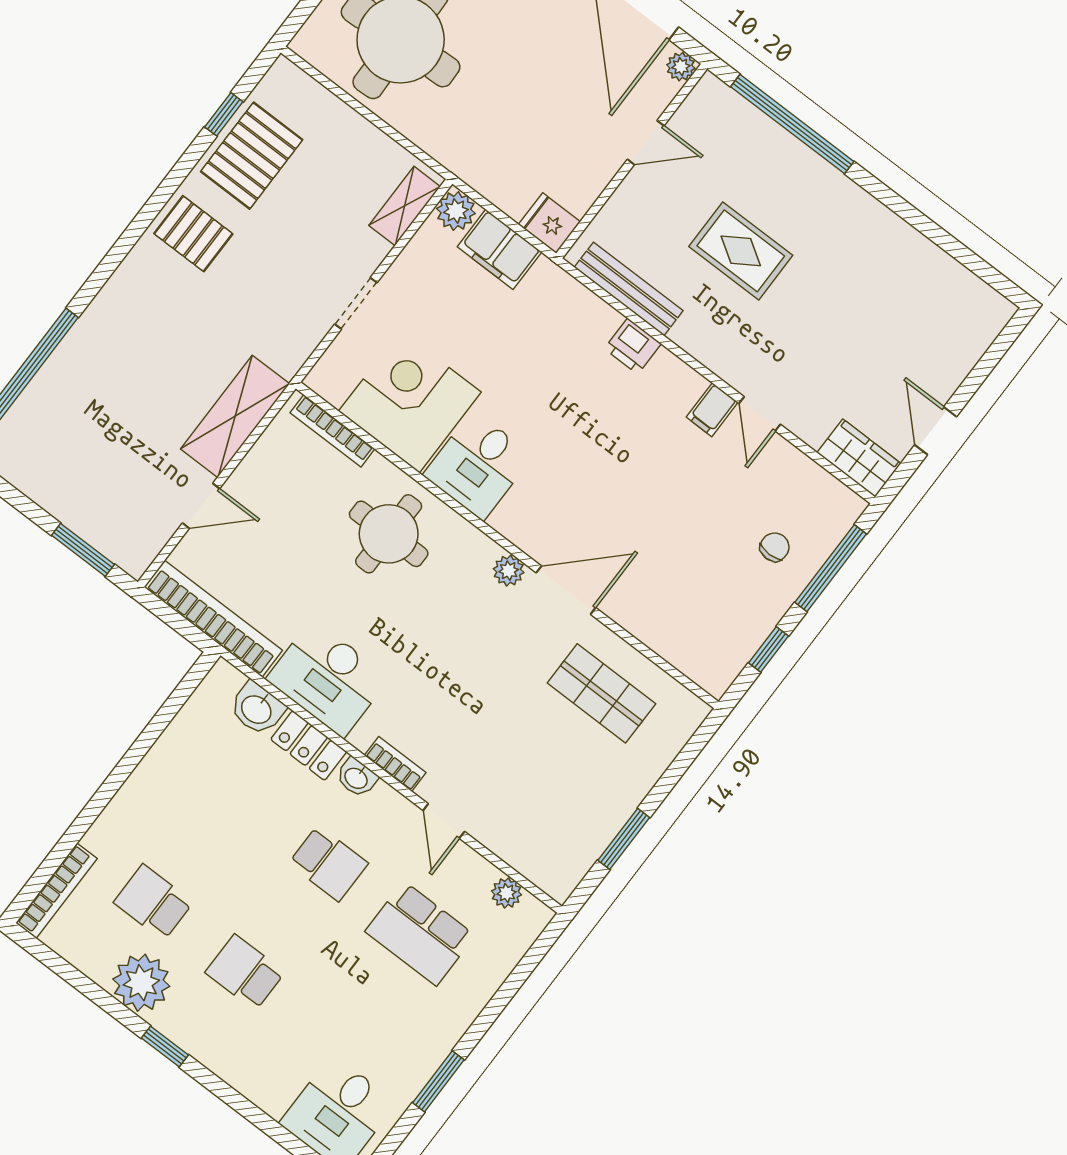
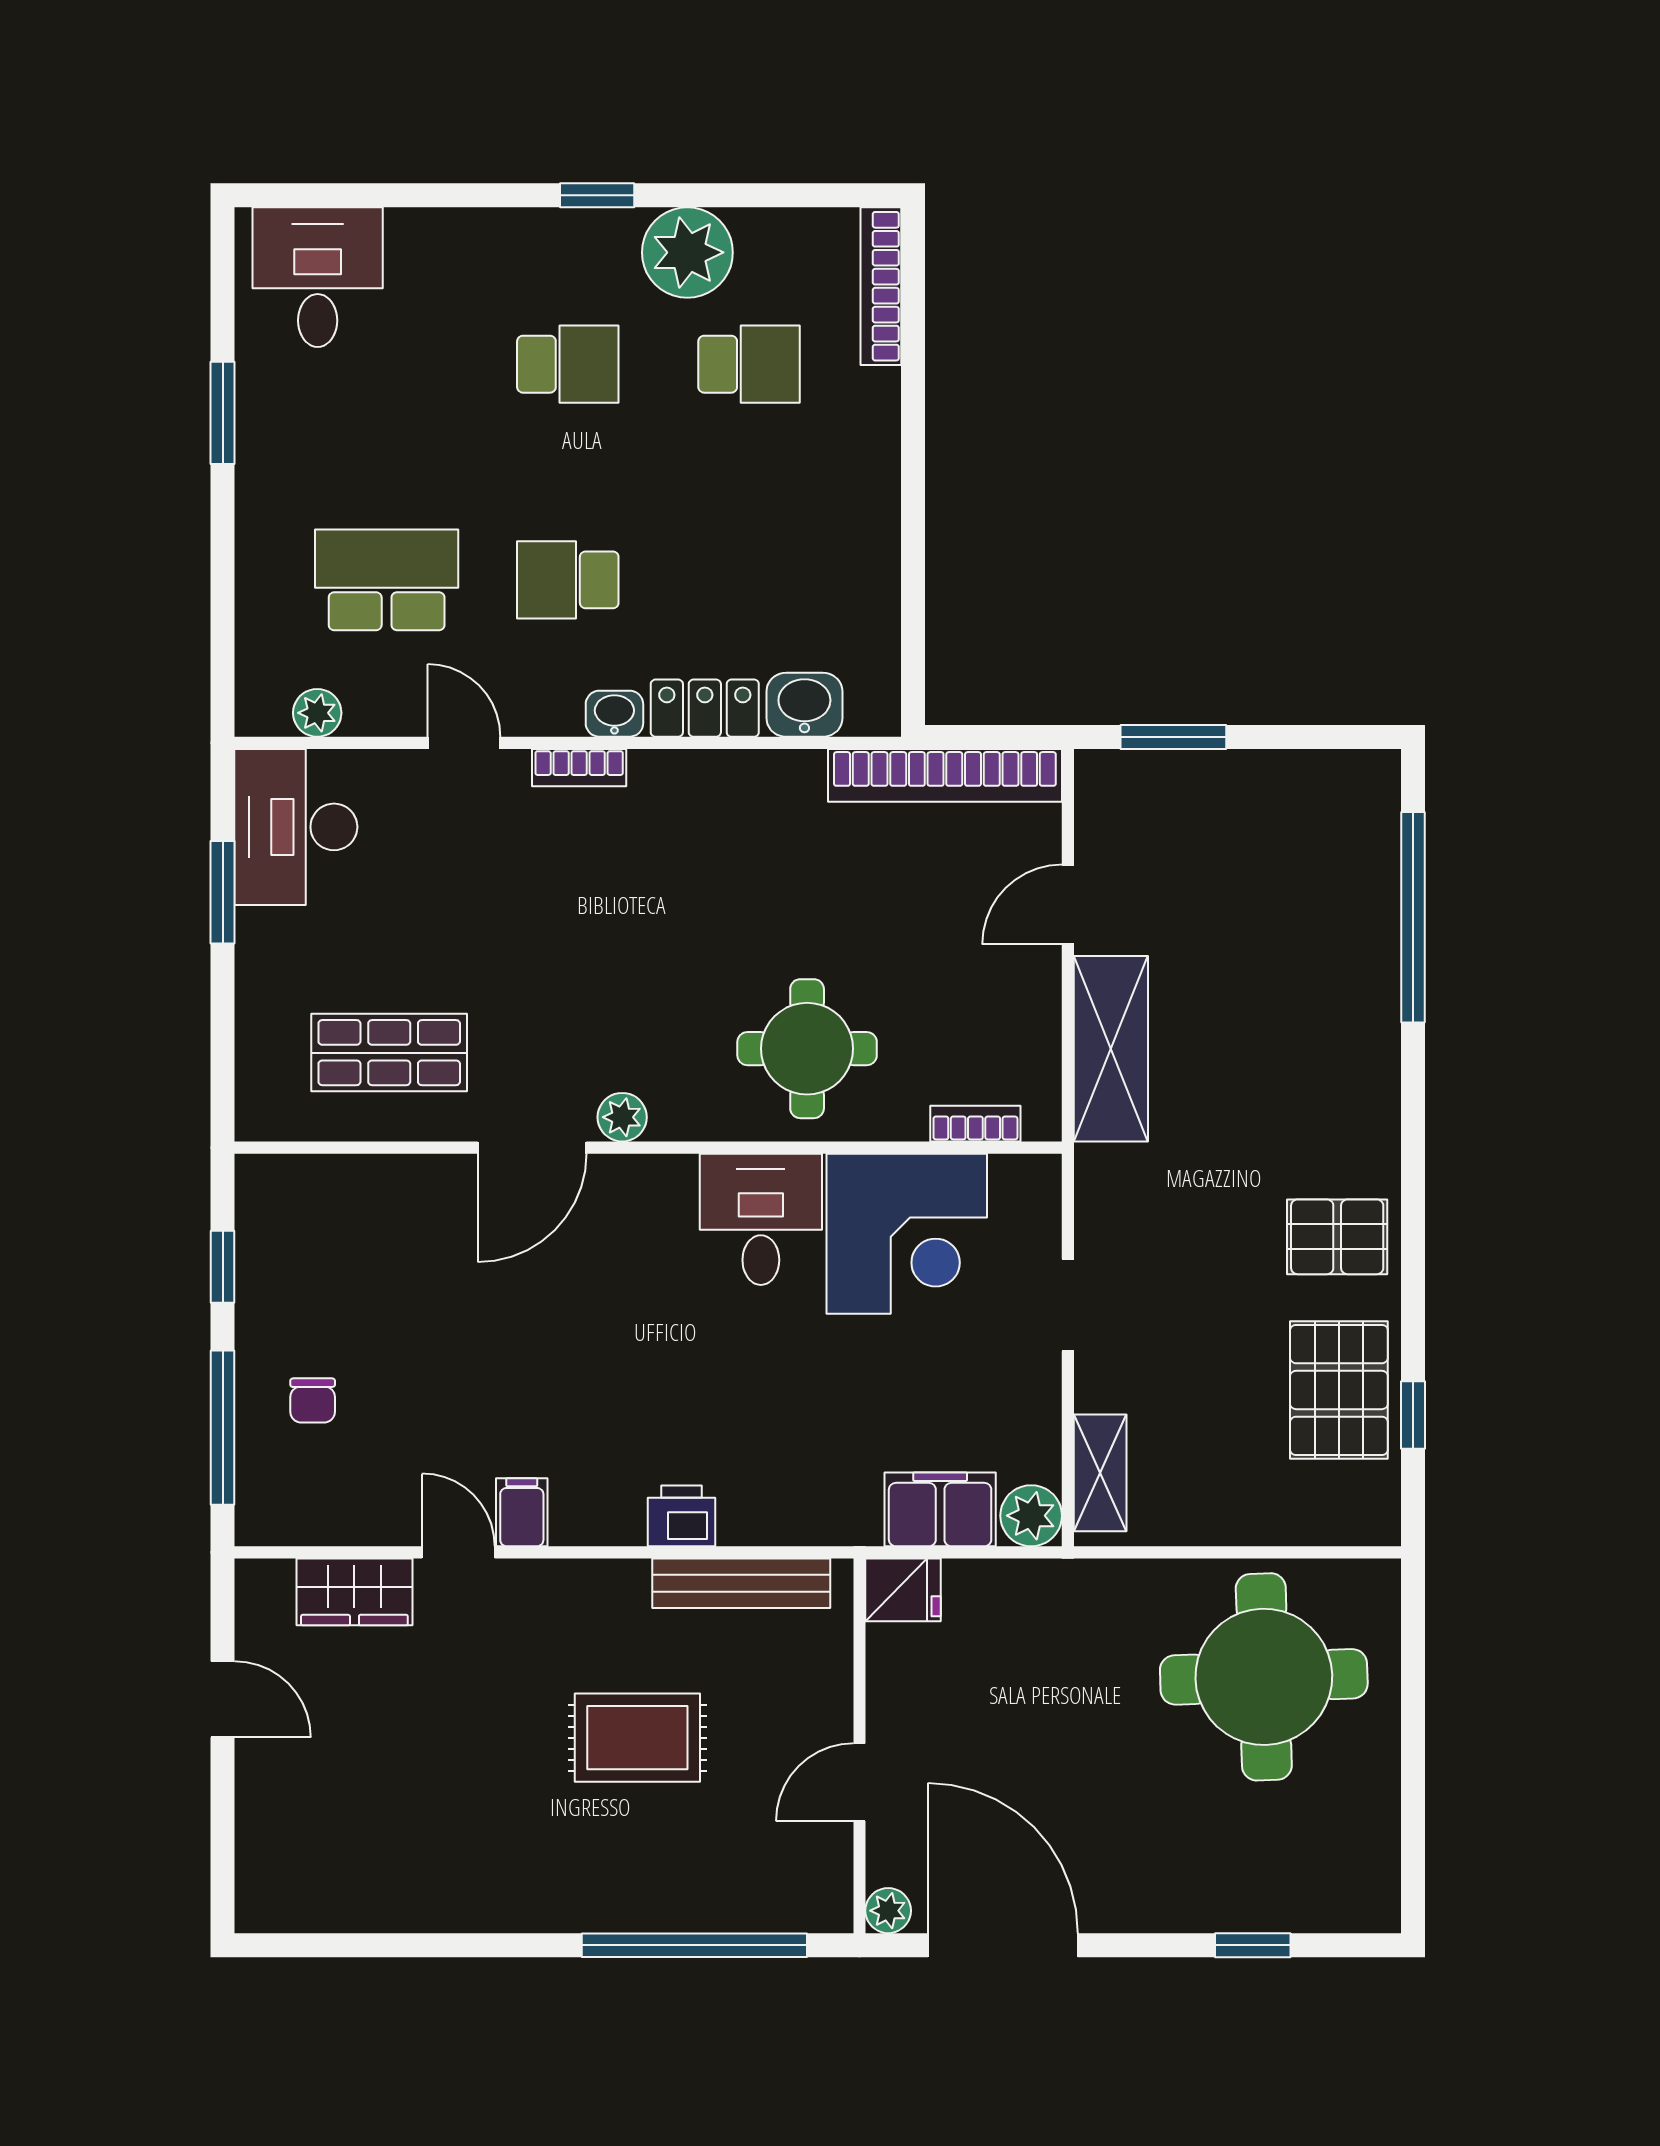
bookcase: (332, 431) -> (975, 1124), width x0.64
wardrobe: (859, 458) -> (354, 1592), moved
desk: (328, 678) -> (296, 827), moved, turned -90

